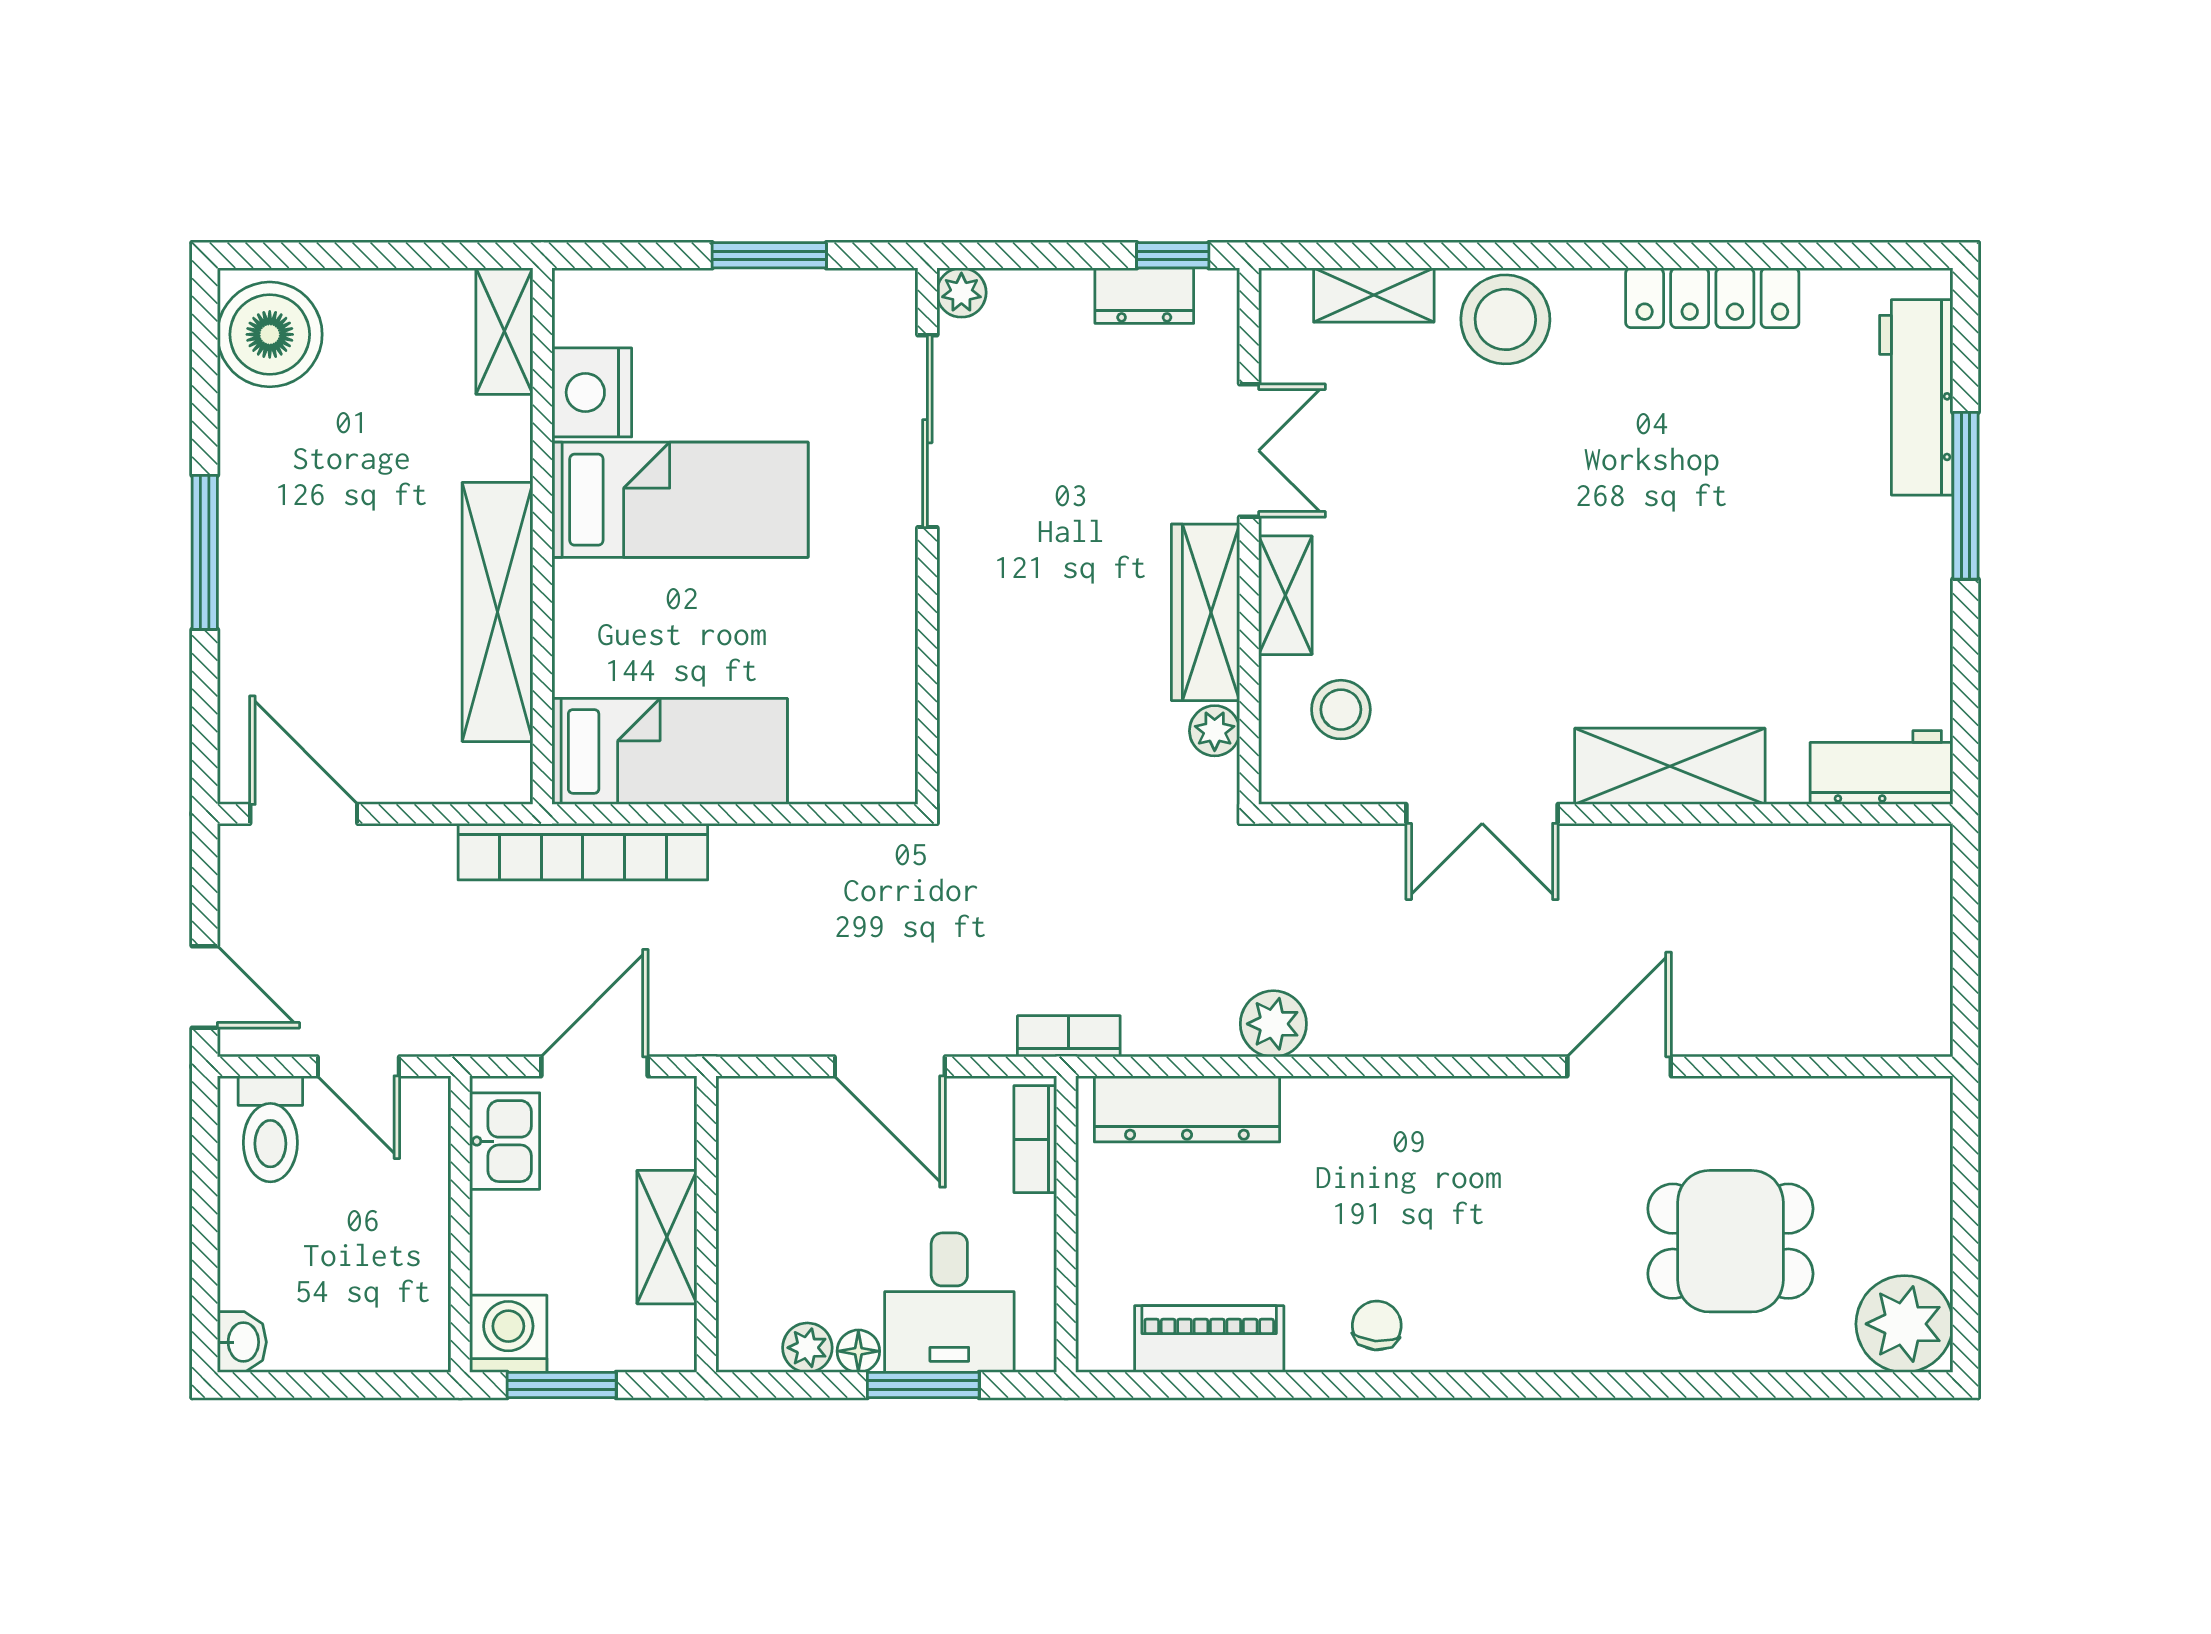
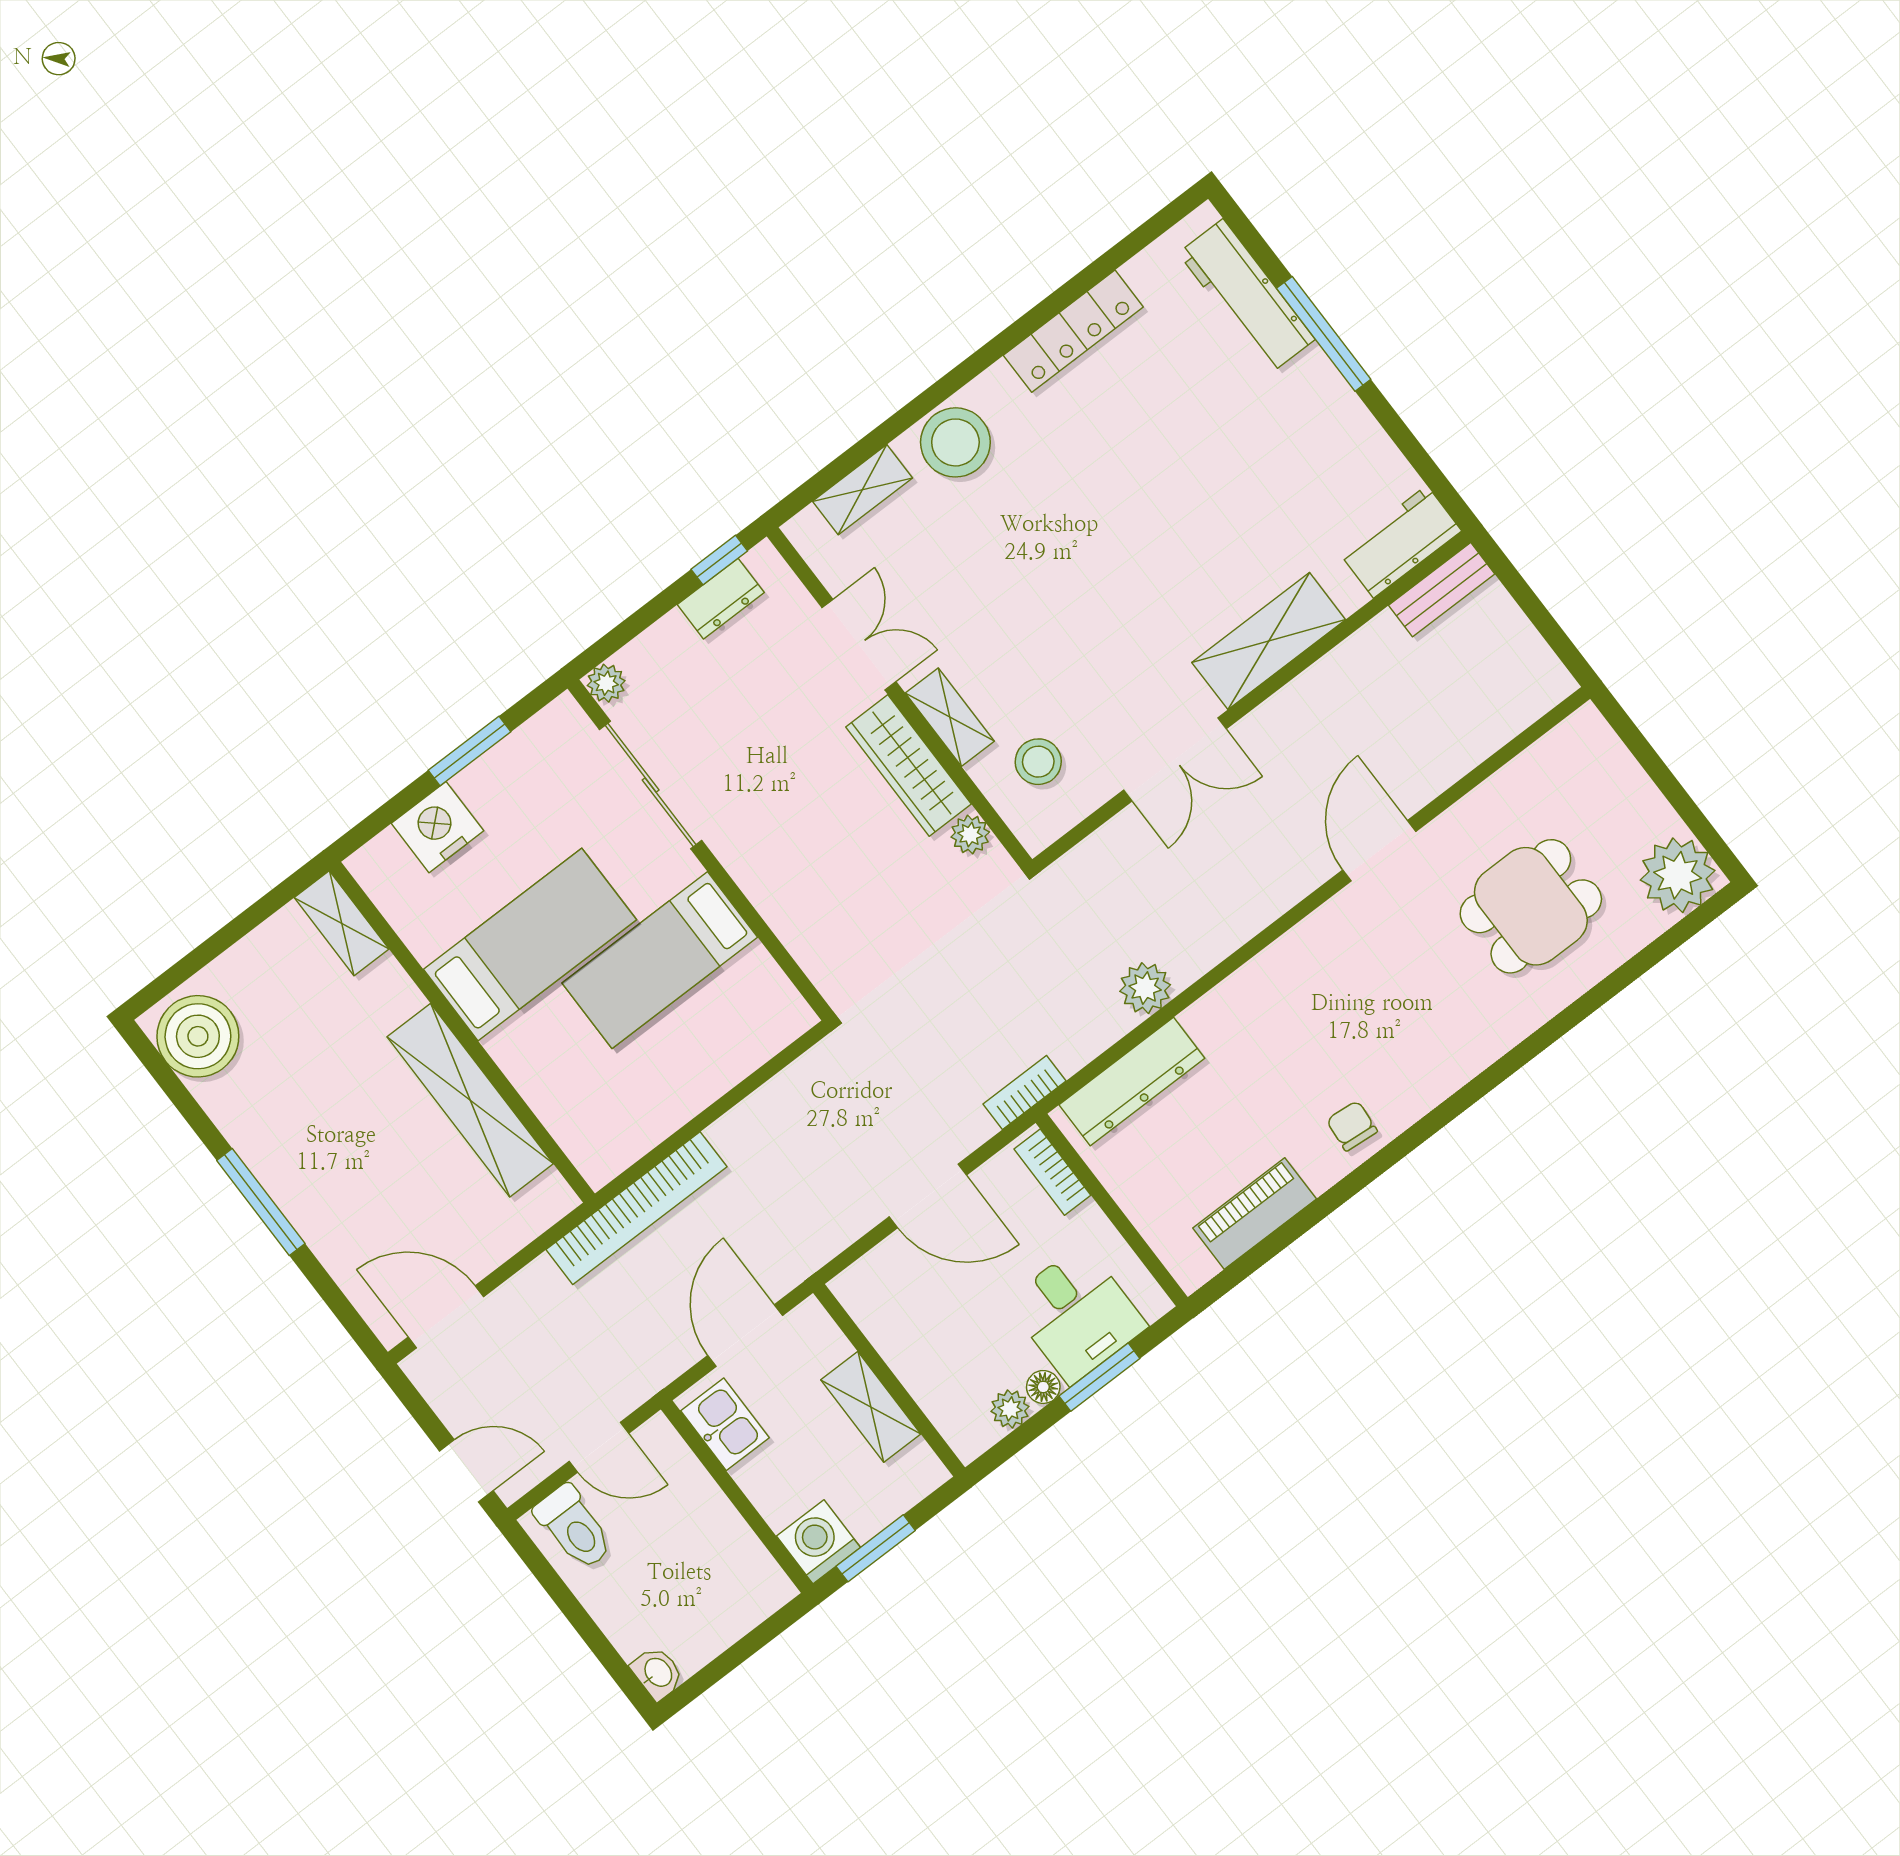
nightstand: (592, 392) -> (438, 827), moved, turned 90
bed: (670, 751) -> (660, 960), moved, turned 180
bench: (1886, 849) -> (1442, 590), added

